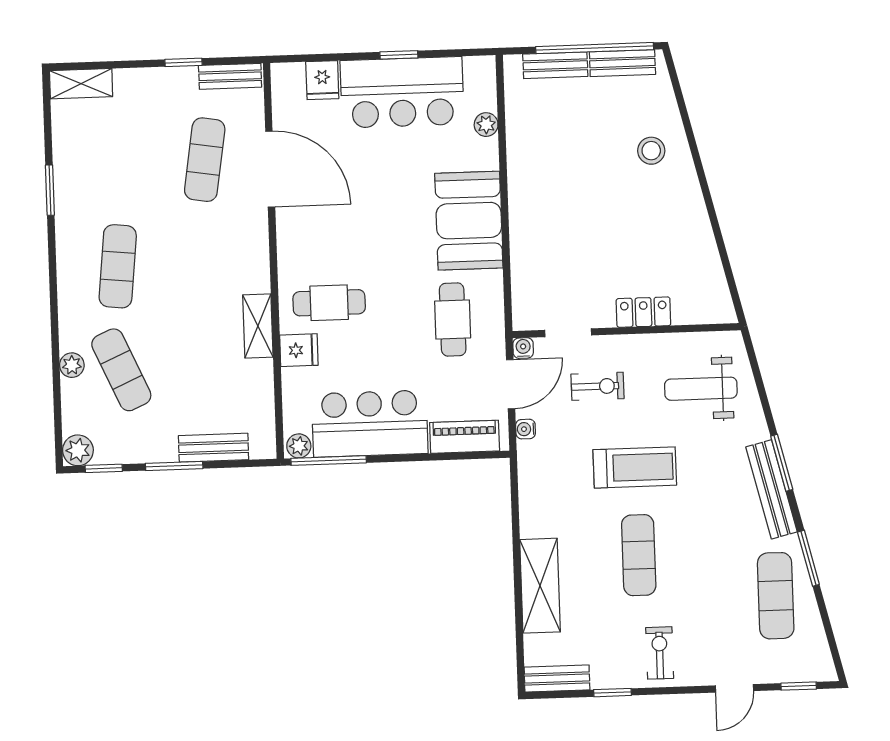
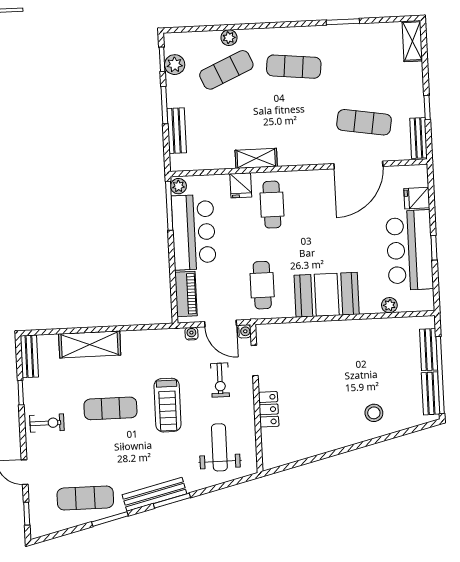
cafe table: (453, 319) -> (262, 285), turned 90
plant: (78, 450) -> (175, 65), moved

